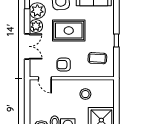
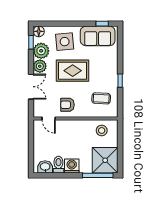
stool: (85, 94) -> (102, 130), moved

